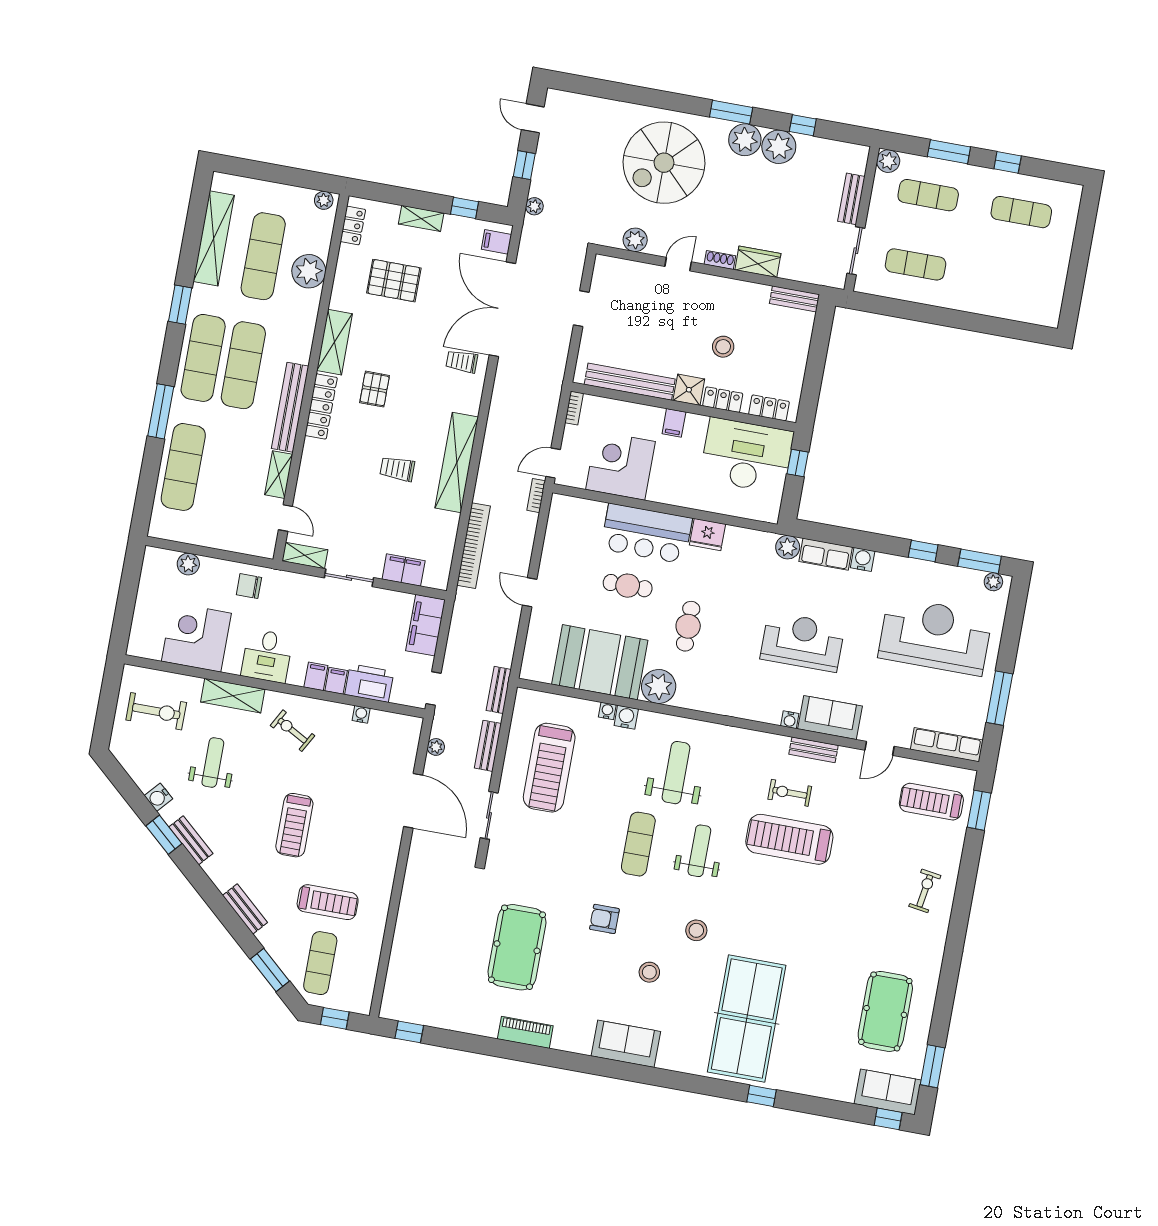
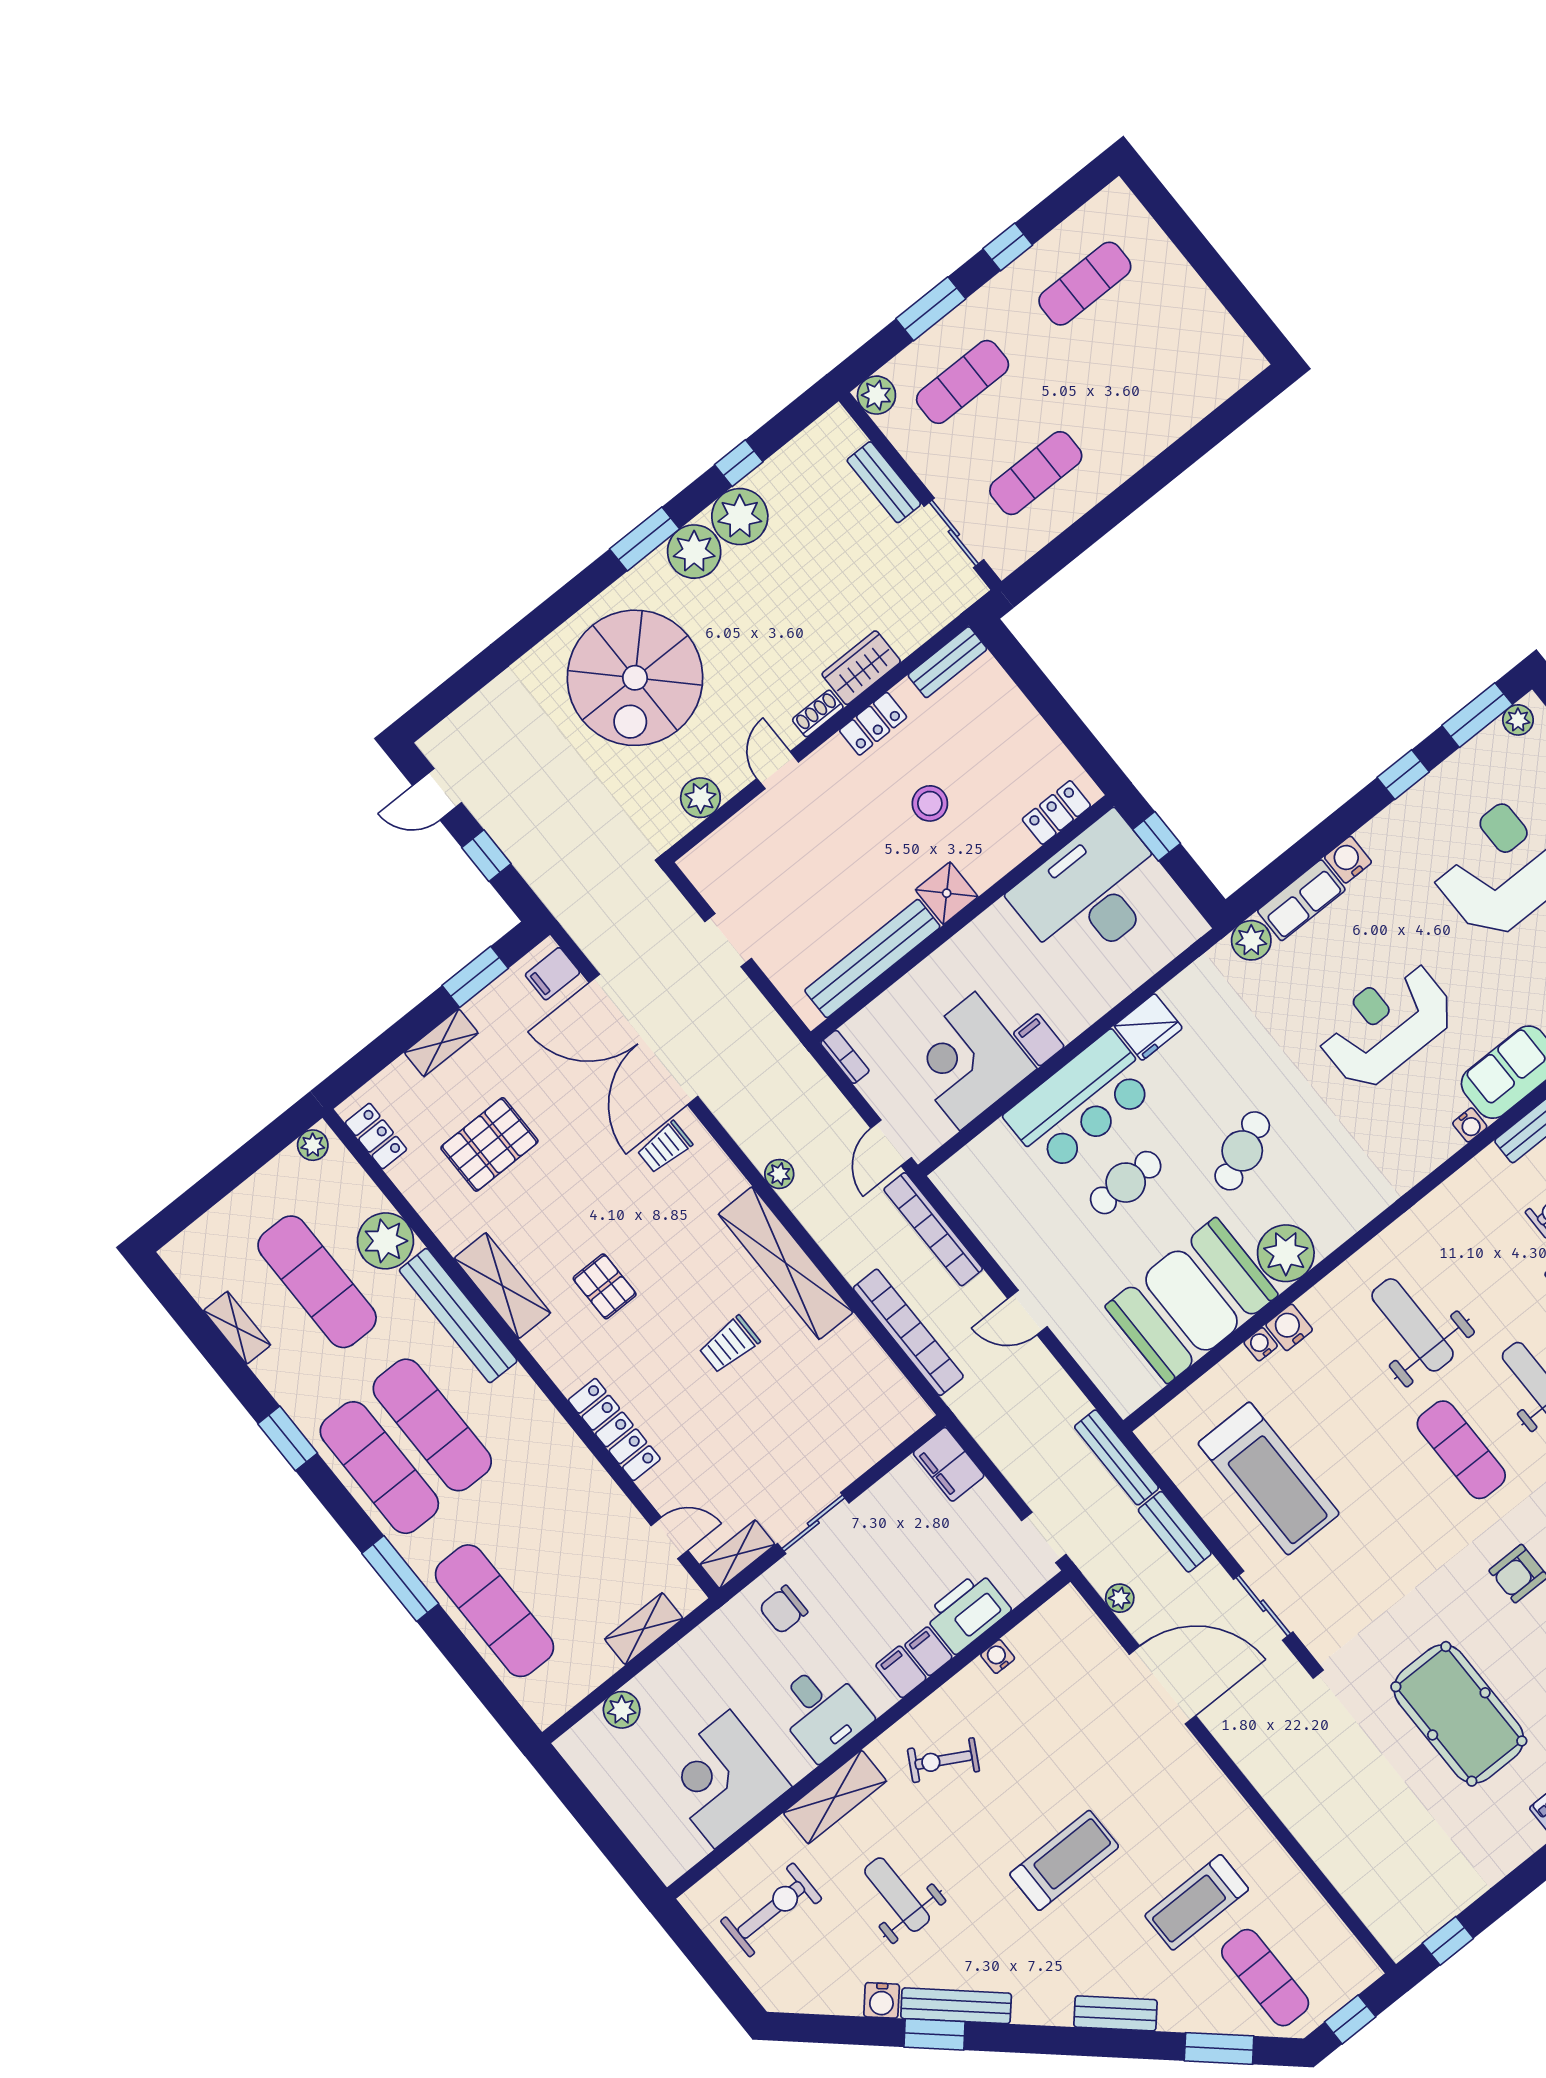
plant: (534, 206) -> (779, 1174), moved
window: (465, 208) -> (475, 977), width x1.50
shelving: (214, 238) -> (237, 1328), width x0.45, depth x0.75
locker: (723, 400) -> (873, 724), moved, turned 180
locker: (321, 406) -> (614, 1430), moved
bench: (290, 407) -> (458, 1316), moved
filing cabinet: (674, 423) -> (1039, 1040), moved, turned 180
shelving: (279, 475) -> (644, 1629), moved, turned 90
bookcase: (536, 496) -> (933, 1229), width x2.31, depth x1.31
filing cabinet: (404, 570) -> (863, 1446), removed
chair: (249, 586) -> (783, 1610), moved
filing cabinet: (426, 625) -> (949, 1464), width x0.67, depth x0.86
cafe table: (688, 626) -> (1242, 1151), turned 66
bench: (499, 690) -> (1117, 1457), width x1.36
treadmill: (294, 825) -> (1064, 1860), turned -90
bench: (191, 840) -> (956, 2006), width x1.36
treadmill: (328, 902) -> (1197, 1902), turned 180

